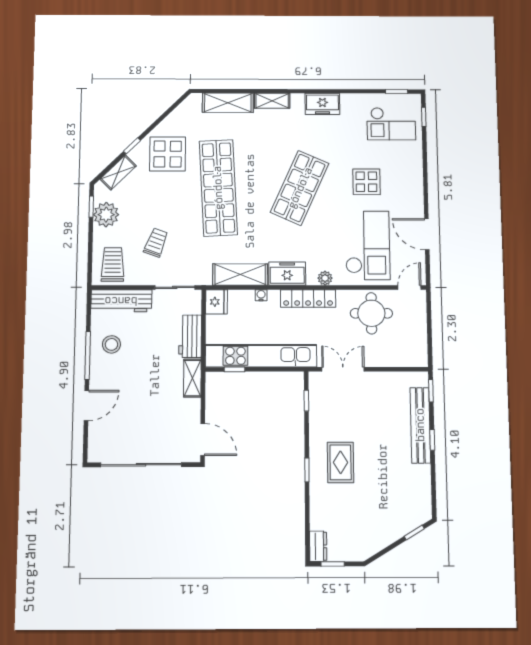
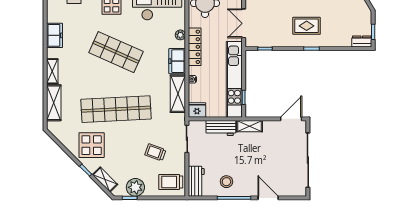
workbench: (121, 301) -> (196, 181), width x0.73

